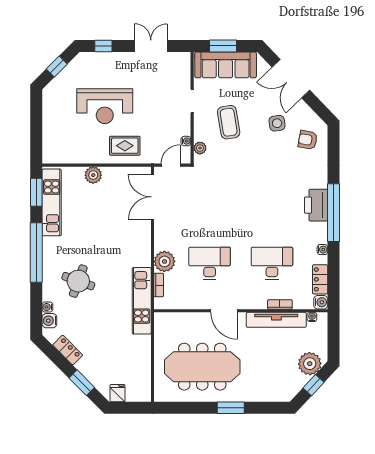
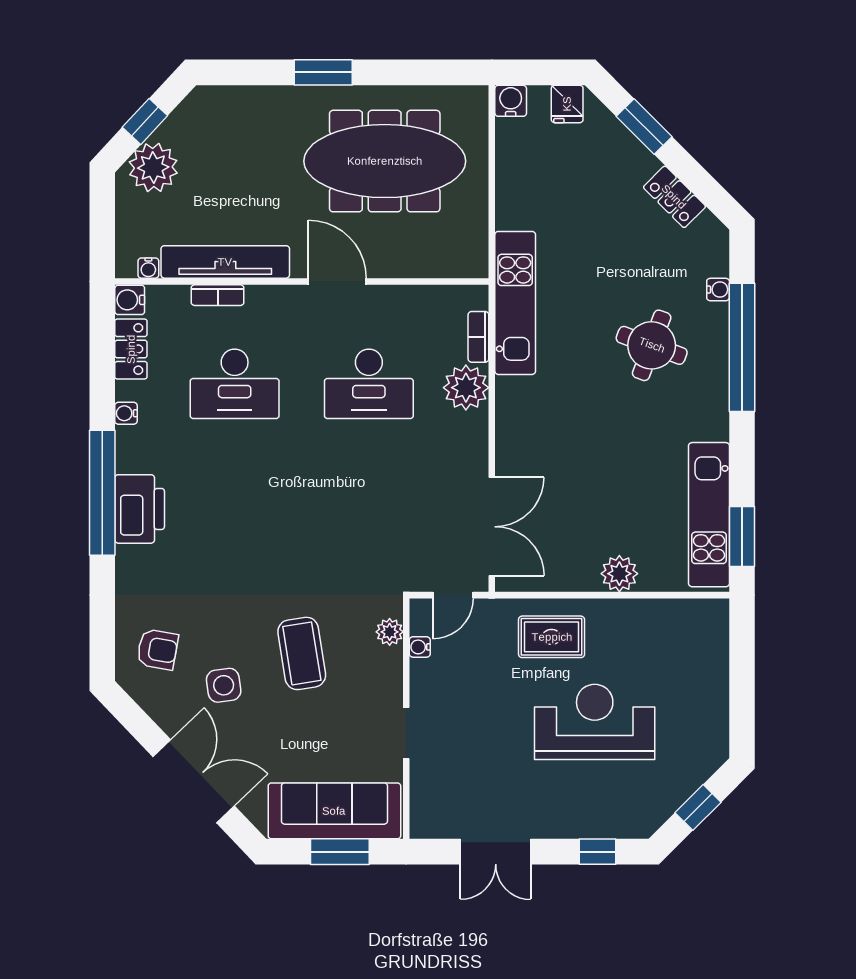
coffee table: (229, 122) -> (302, 653), moved
window: (36, 253) -> (742, 347), moved
water cooler: (49, 321) -> (511, 101), moved, turned -90

